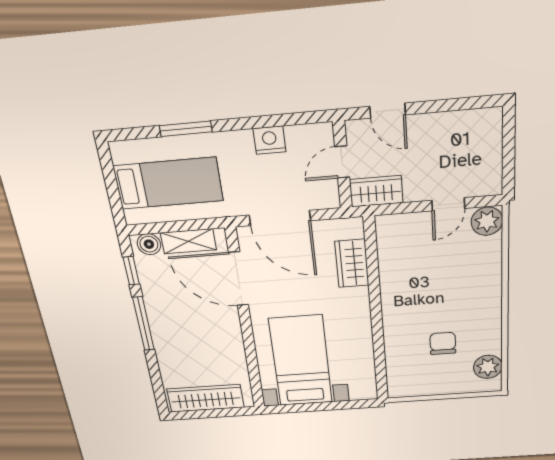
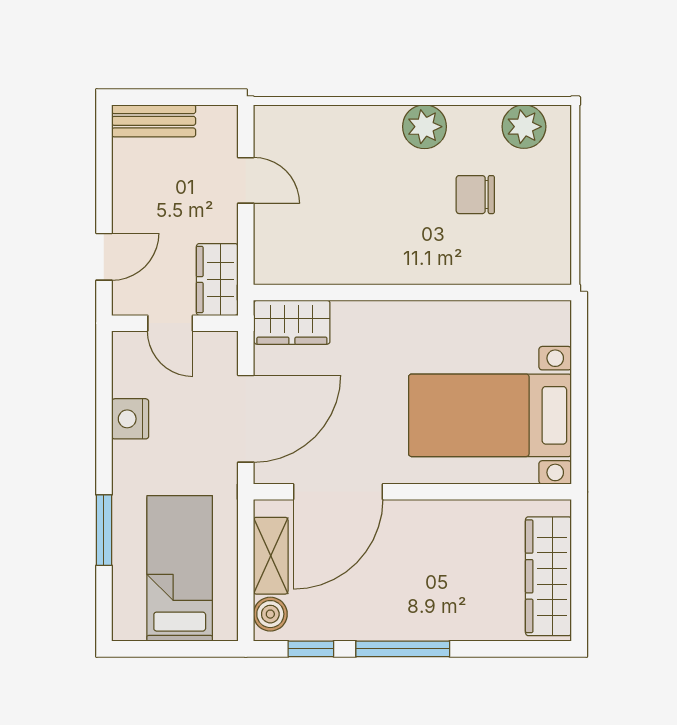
bench: (491, 138) -> (154, 121), added
plant: (487, 221) -> (424, 127), moved
wardrobe: (352, 263) -> (292, 322), moved

